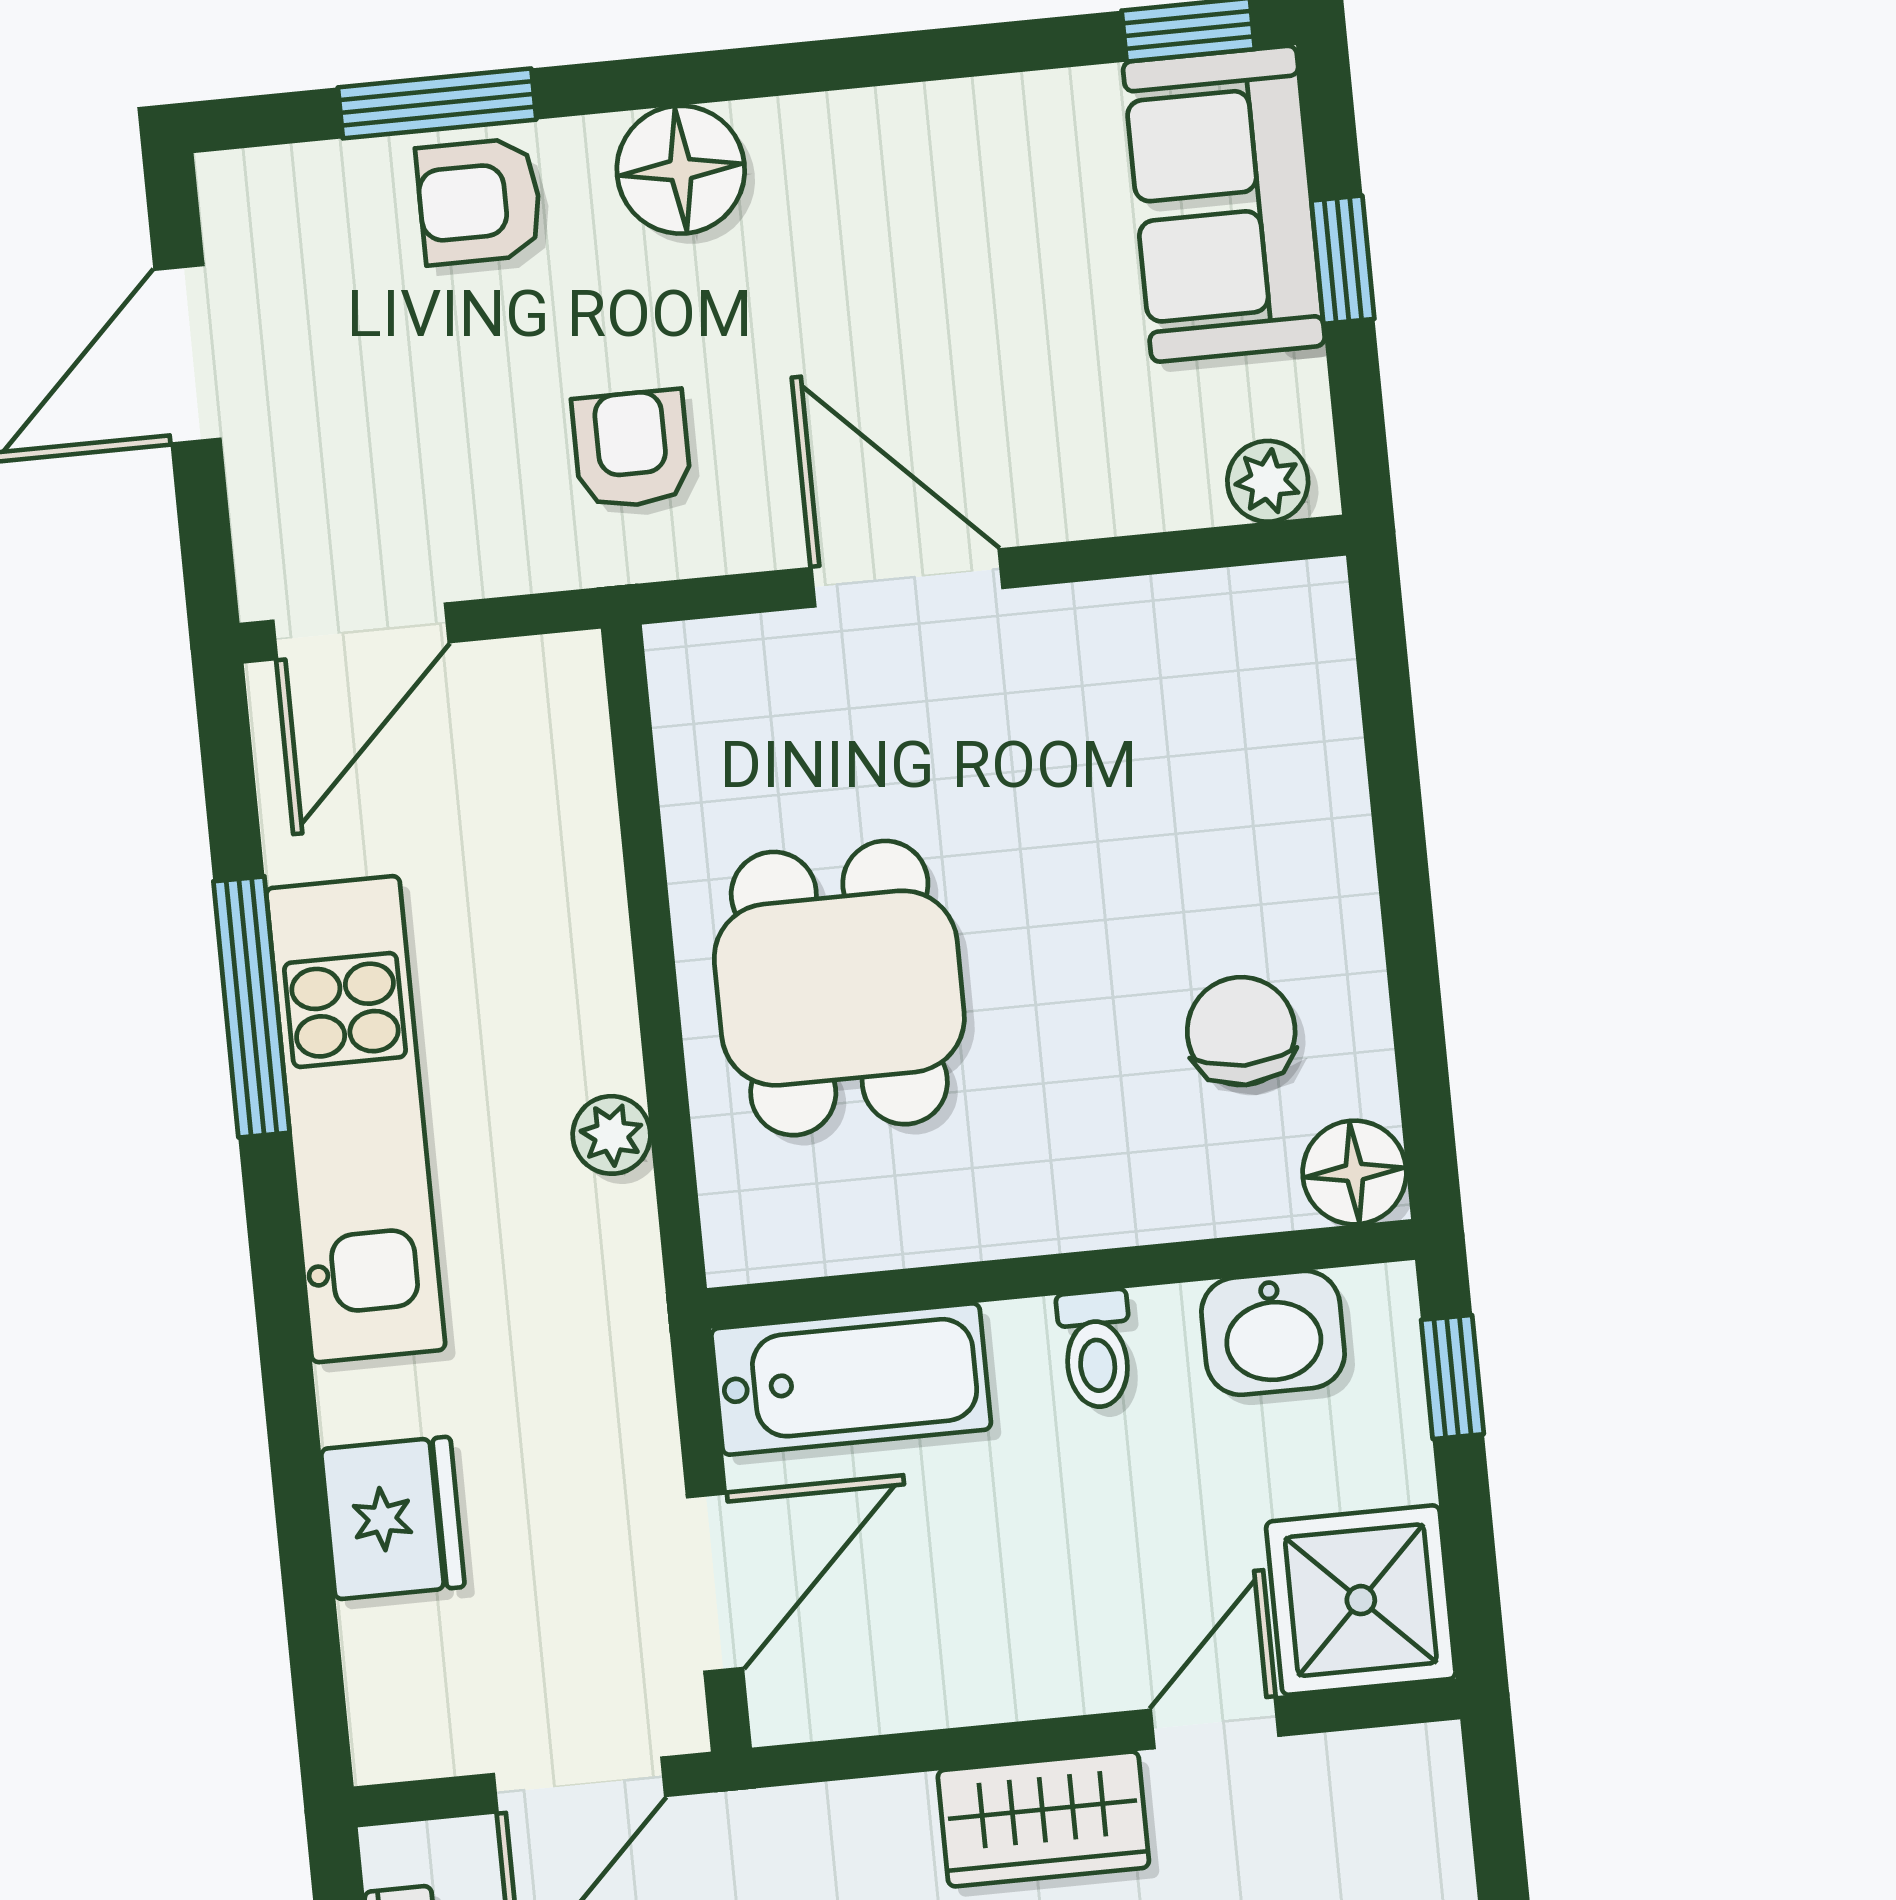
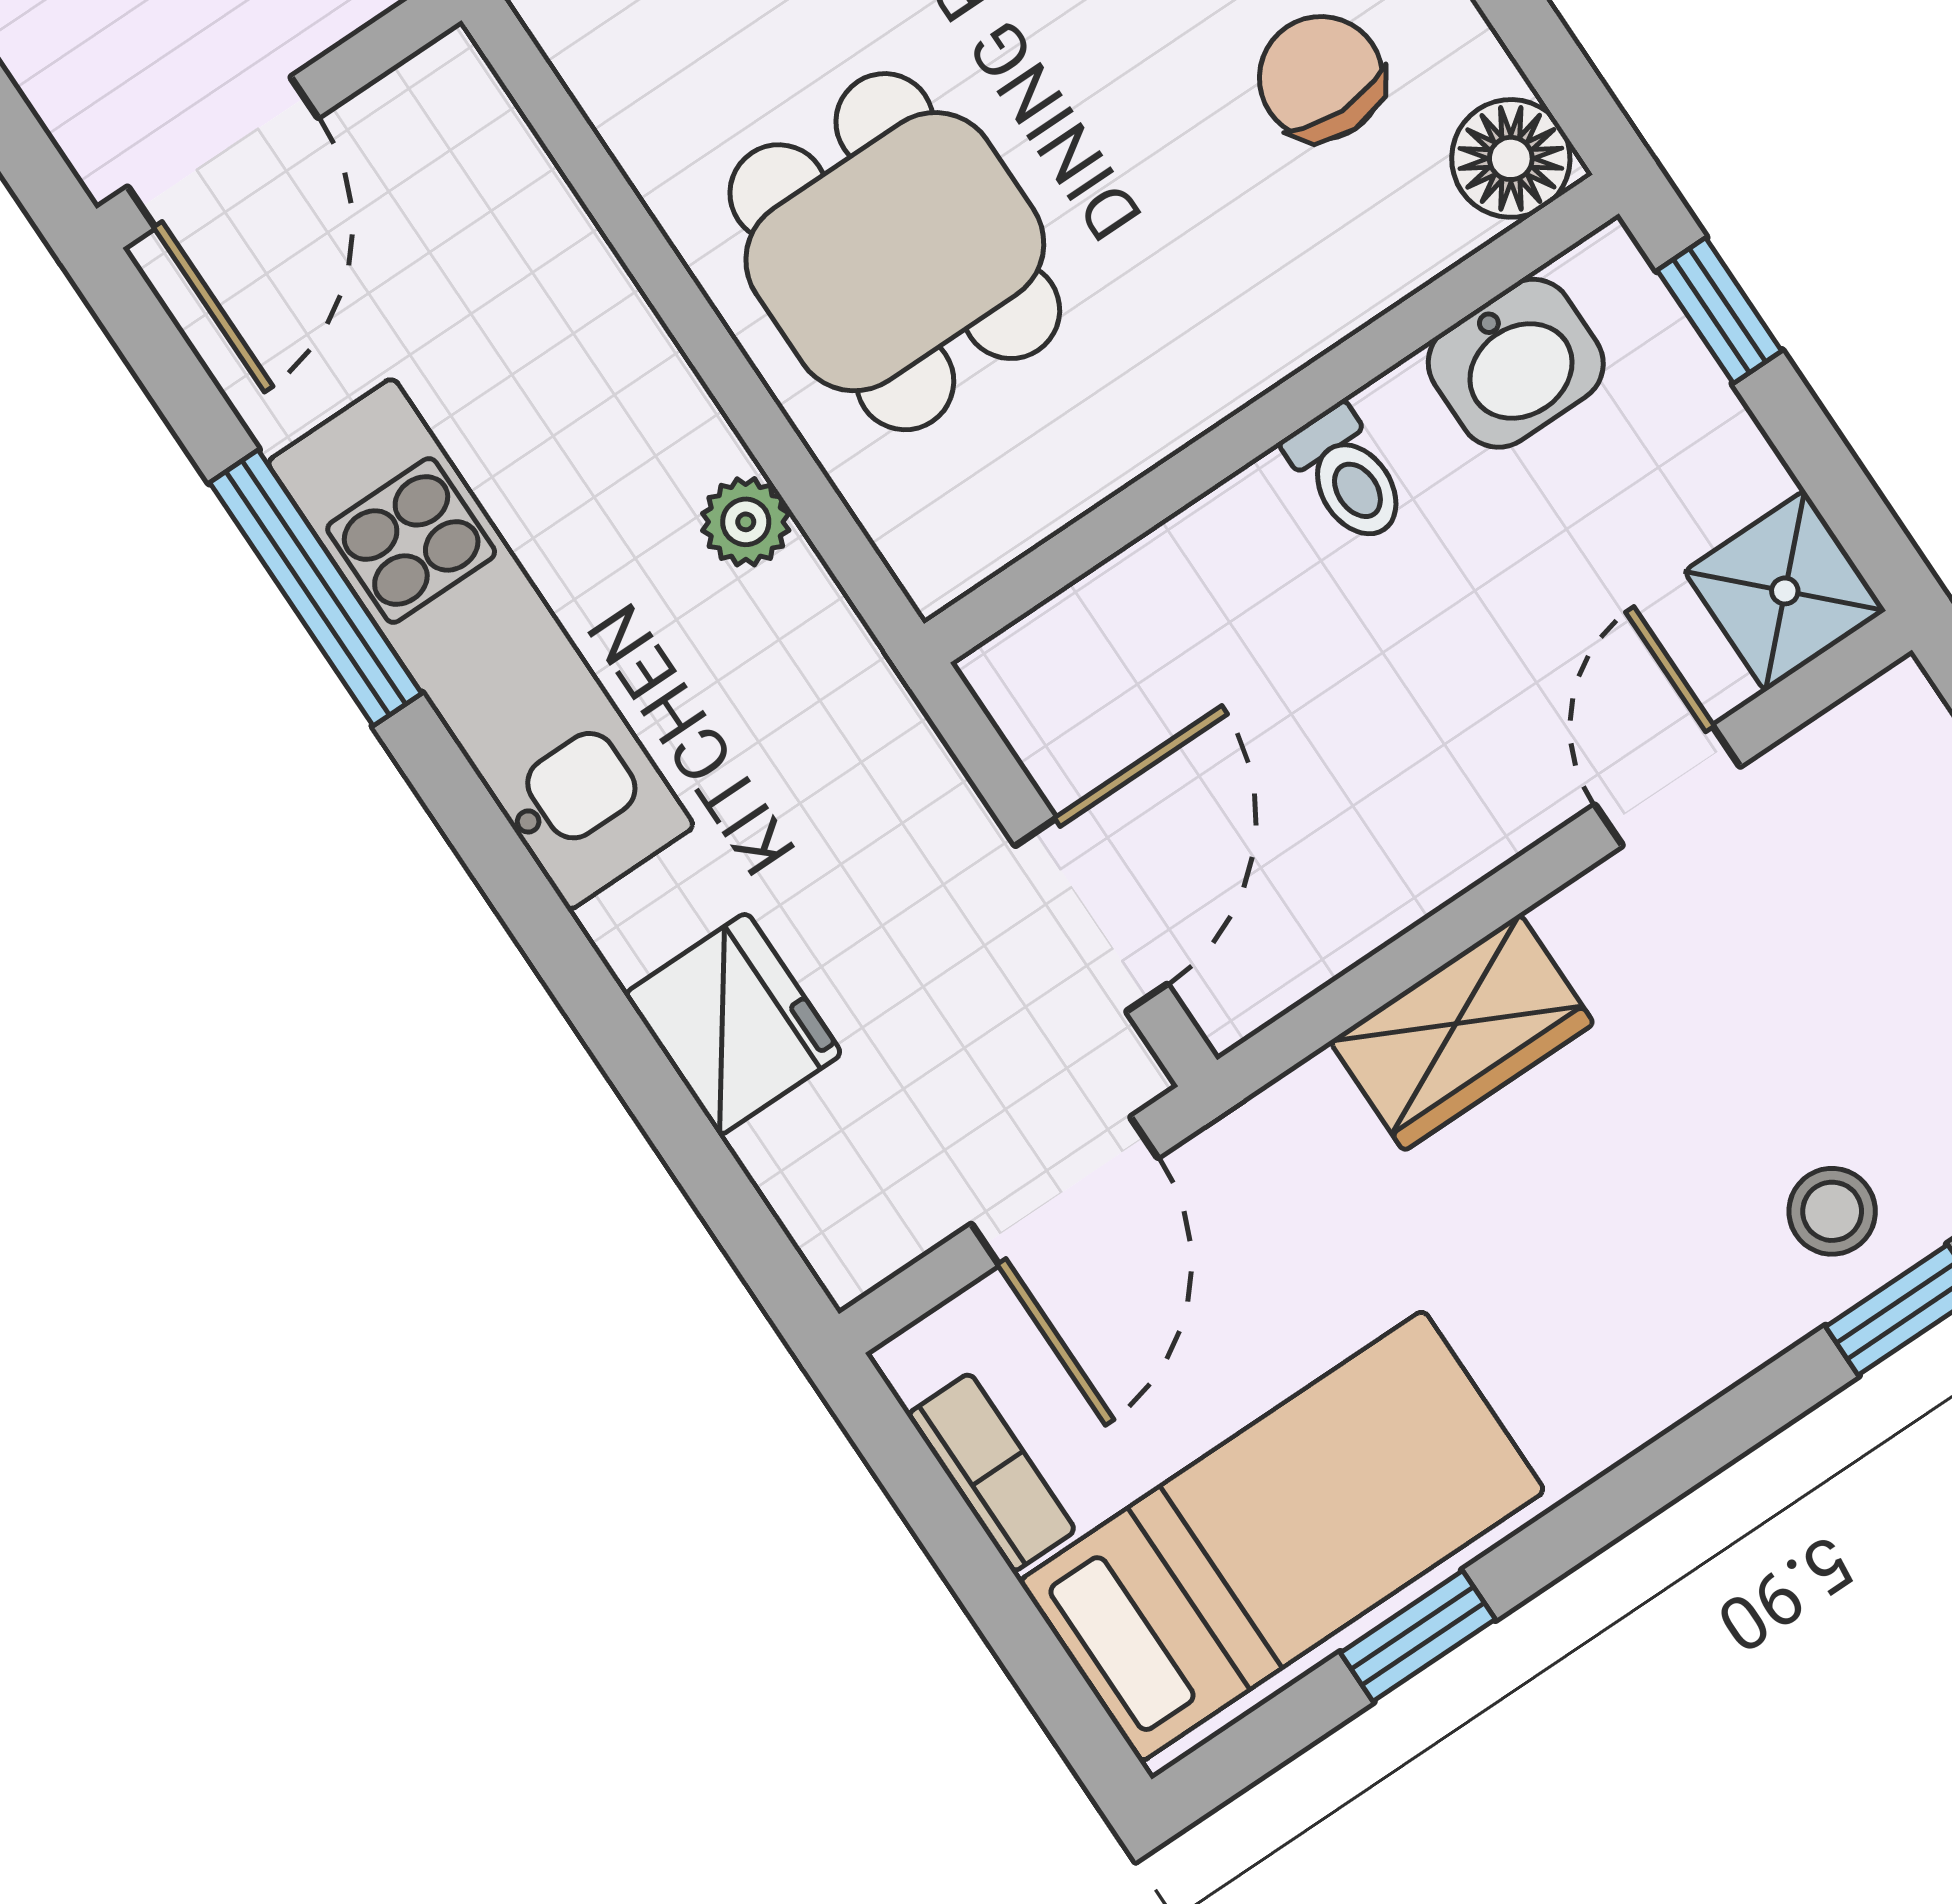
bathtub: (851, 1379) -> (1118, 637), removed
shower: (1361, 1600) -> (1785, 591), width x0.73, depth x0.73
wardrobe: (1043, 1819) -> (1462, 1032), moved

